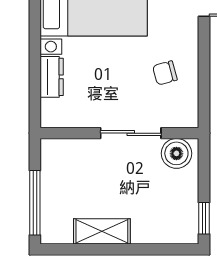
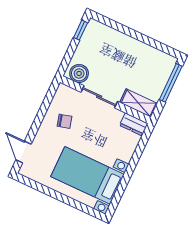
dresser: (52, 77) -> (134, 124), moved, turned -90
shelving: (102, 231) -> (139, 103), moved

